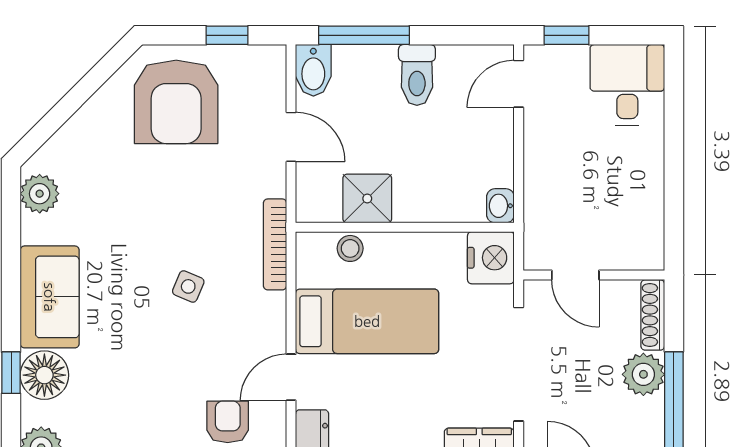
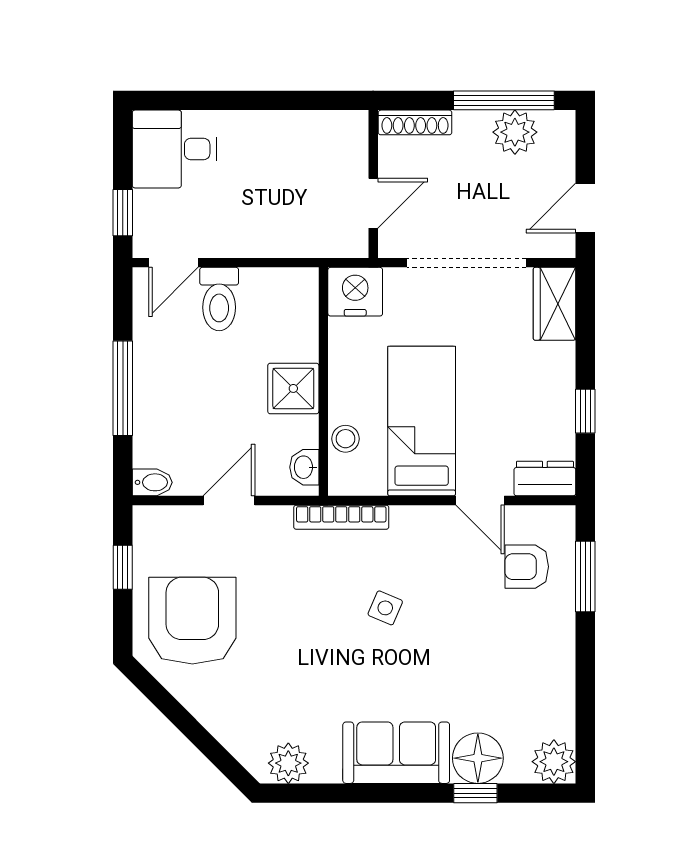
window: (364, 35) -> (123, 388), moved
bidet: (313, 70) -> (152, 482), width x0.72, depth x0.74
toilet: (417, 75) -> (219, 299), moved, turned 90
door: (519, 84) -> (173, 263), hinge flipped
armchair: (176, 102) -> (192, 621), turned -90
shower: (367, 199) -> (293, 388), moved
washbasin: (500, 206) -> (304, 467), moved, turned 90
plant: (643, 374) -> (515, 132), moved

